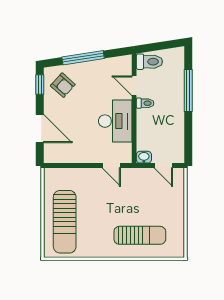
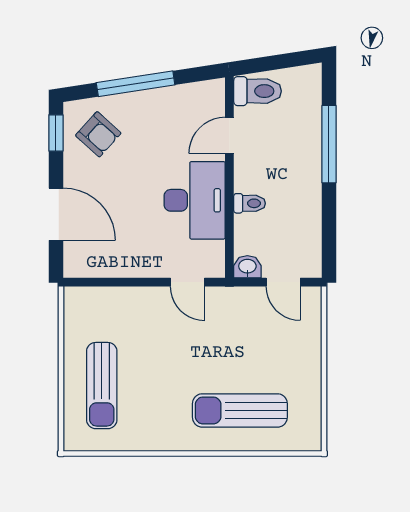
door: (134, 86) -> (229, 135), hinge flipped
toilet: (145, 103) -> (250, 203), moved
sun lounger: (65, 222) -> (102, 386), width x0.73, depth x0.75
sun lounger: (140, 235) -> (240, 410), turned 180

